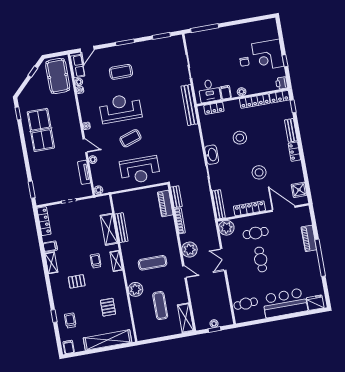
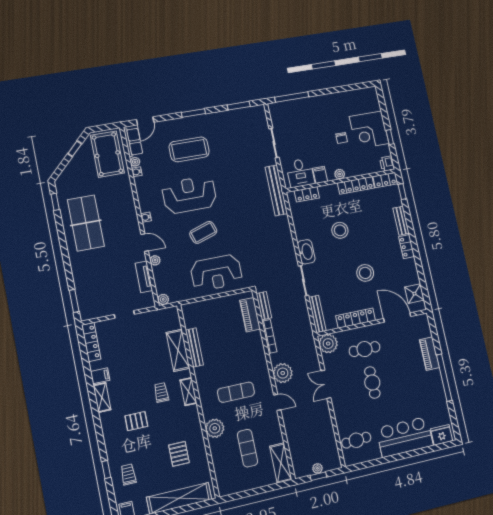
coffee table: (121, 72) -> (189, 149), width x1.36, depth x1.32

